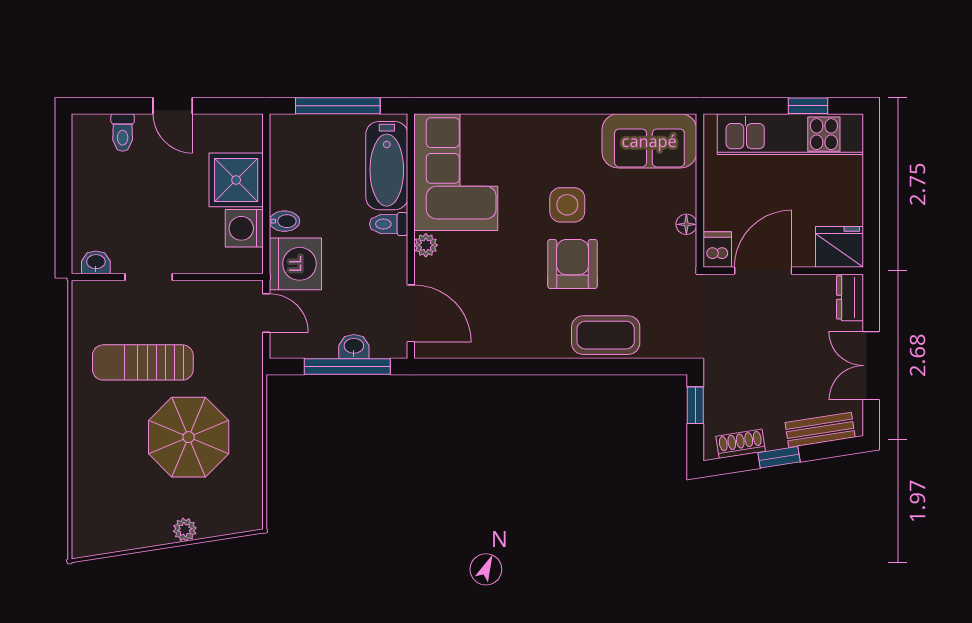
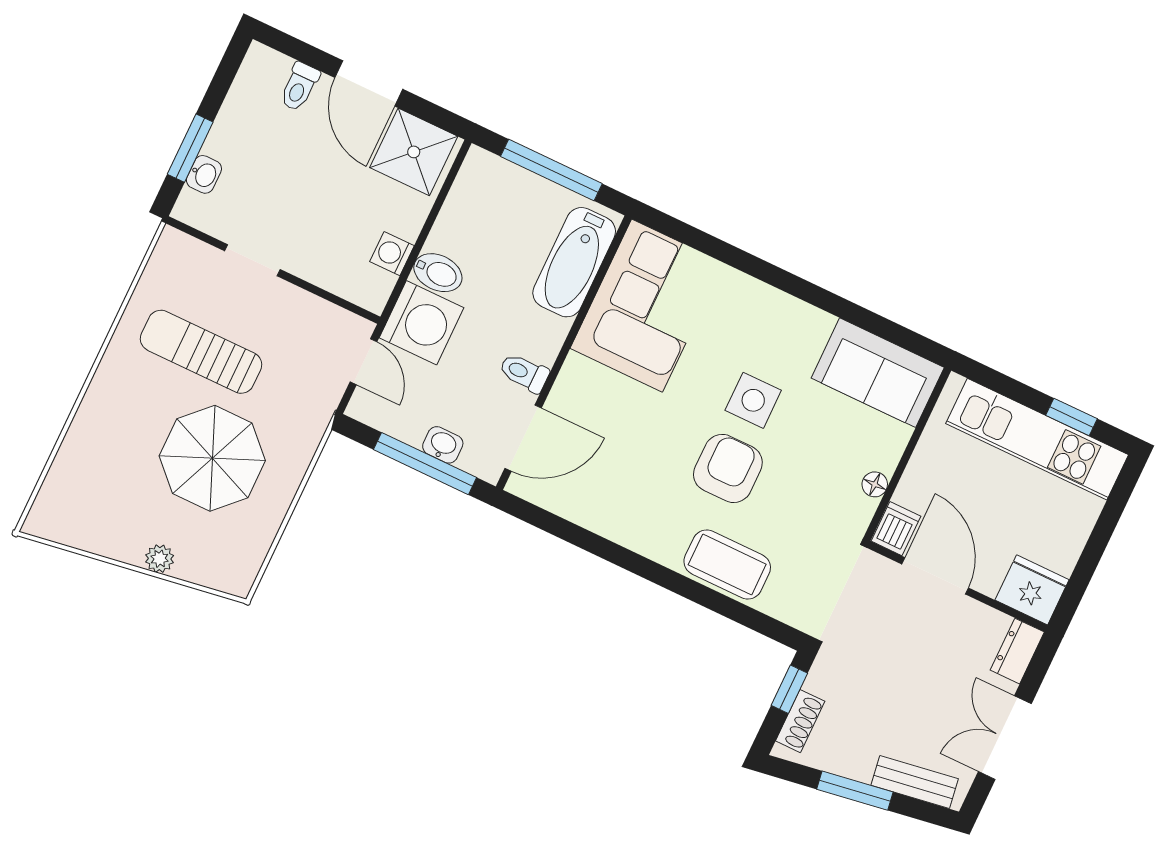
door: (173, 106) -> (369, 83), width x1.38
shower: (236, 180) -> (414, 152), moved
window: (64, 216) -> (190, 148), added
bidet: (284, 221) -> (438, 273), width x1.38, depth x1.36
toilet: (389, 224) -> (524, 373), moved
washing machine: (244, 228) -> (392, 254), width x0.73, depth x0.73
plant: (426, 245) -> (576, 371), removed
washbasin: (96, 262) -> (204, 174), moved, turned 90
door: (763, 271) -> (935, 576), hinge flipped
door: (411, 313) -> (523, 438), hinge flipped
shoe rack: (741, 444) -> (800, 721), moved, turned 99
window: (779, 457) -> (855, 791), width x1.50

